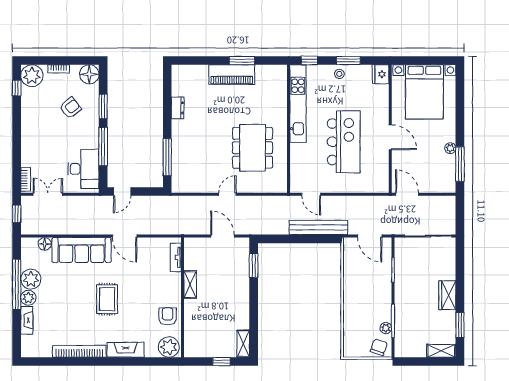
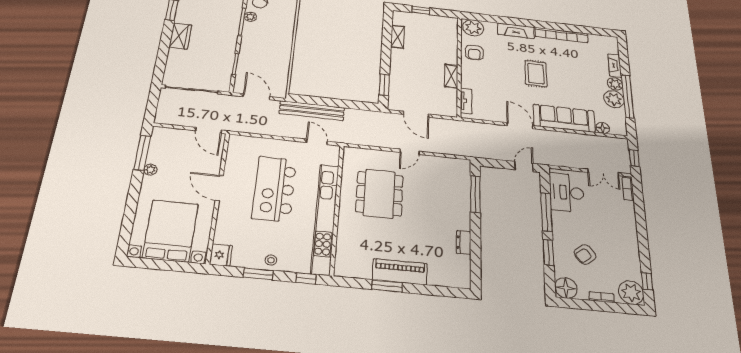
kitchen unit: (298, 104) -> (325, 218), width x1.36
shelving: (243, 344) -> (398, 37), moved

